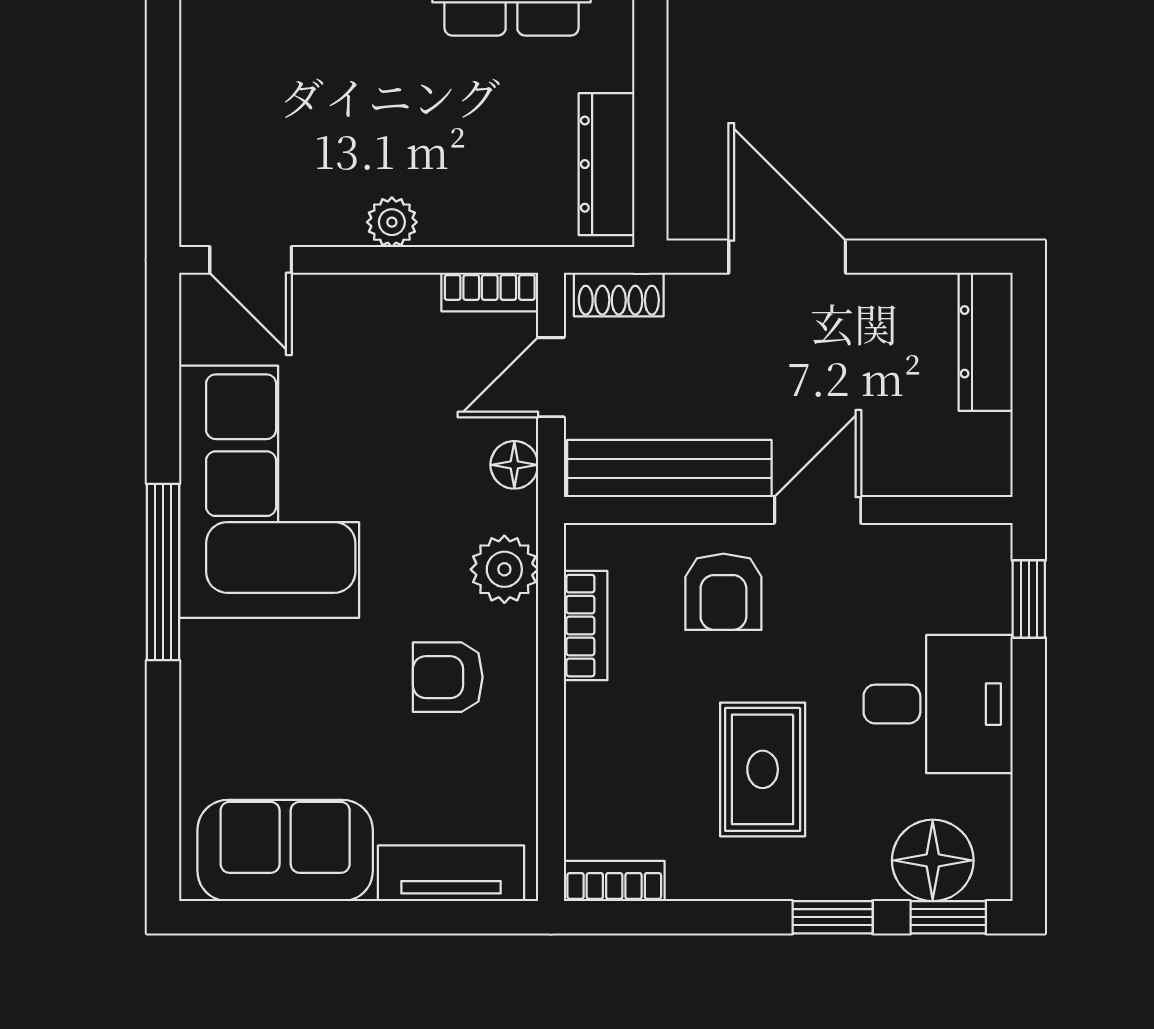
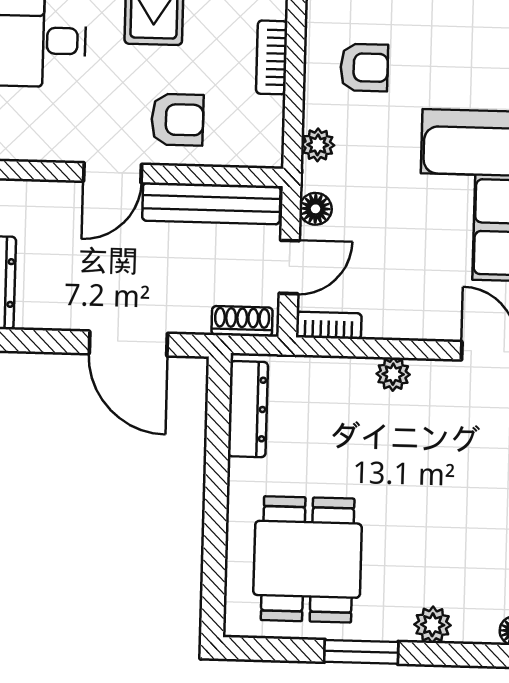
plant: (504, 569) -> (318, 145), width x0.73, depth x0.73
armchair: (723, 592) -> (177, 120), turned 90
bookcase: (586, 626) -> (272, 57), moved

